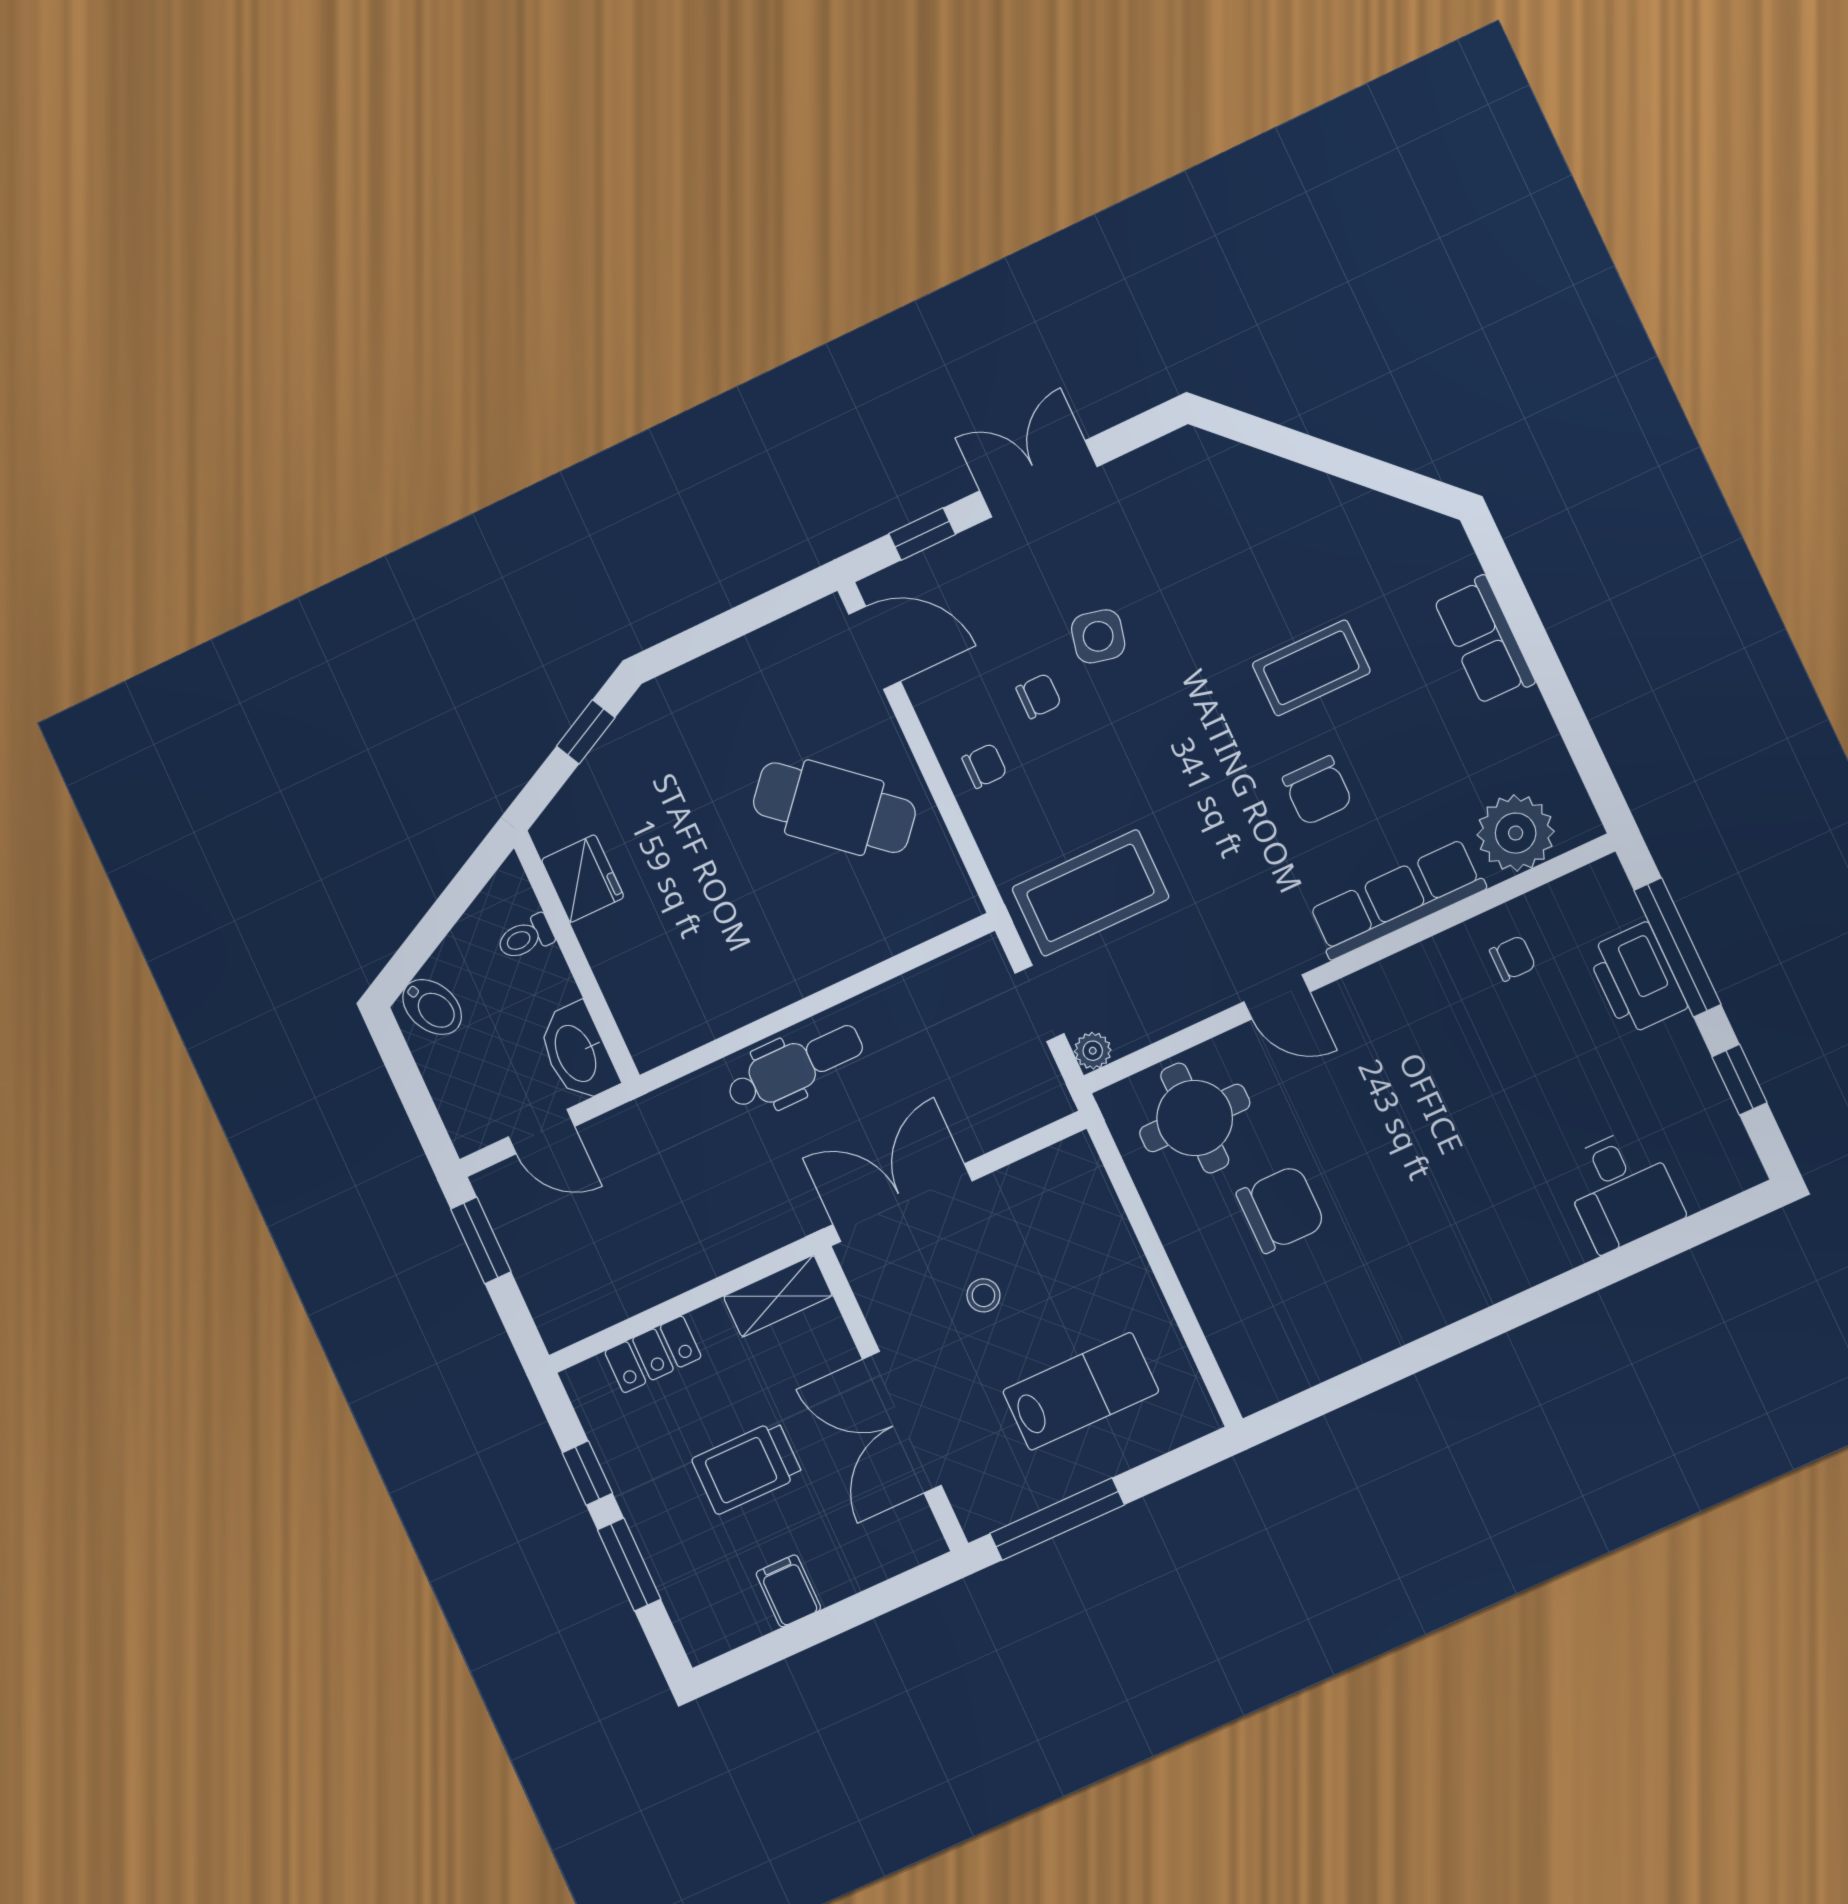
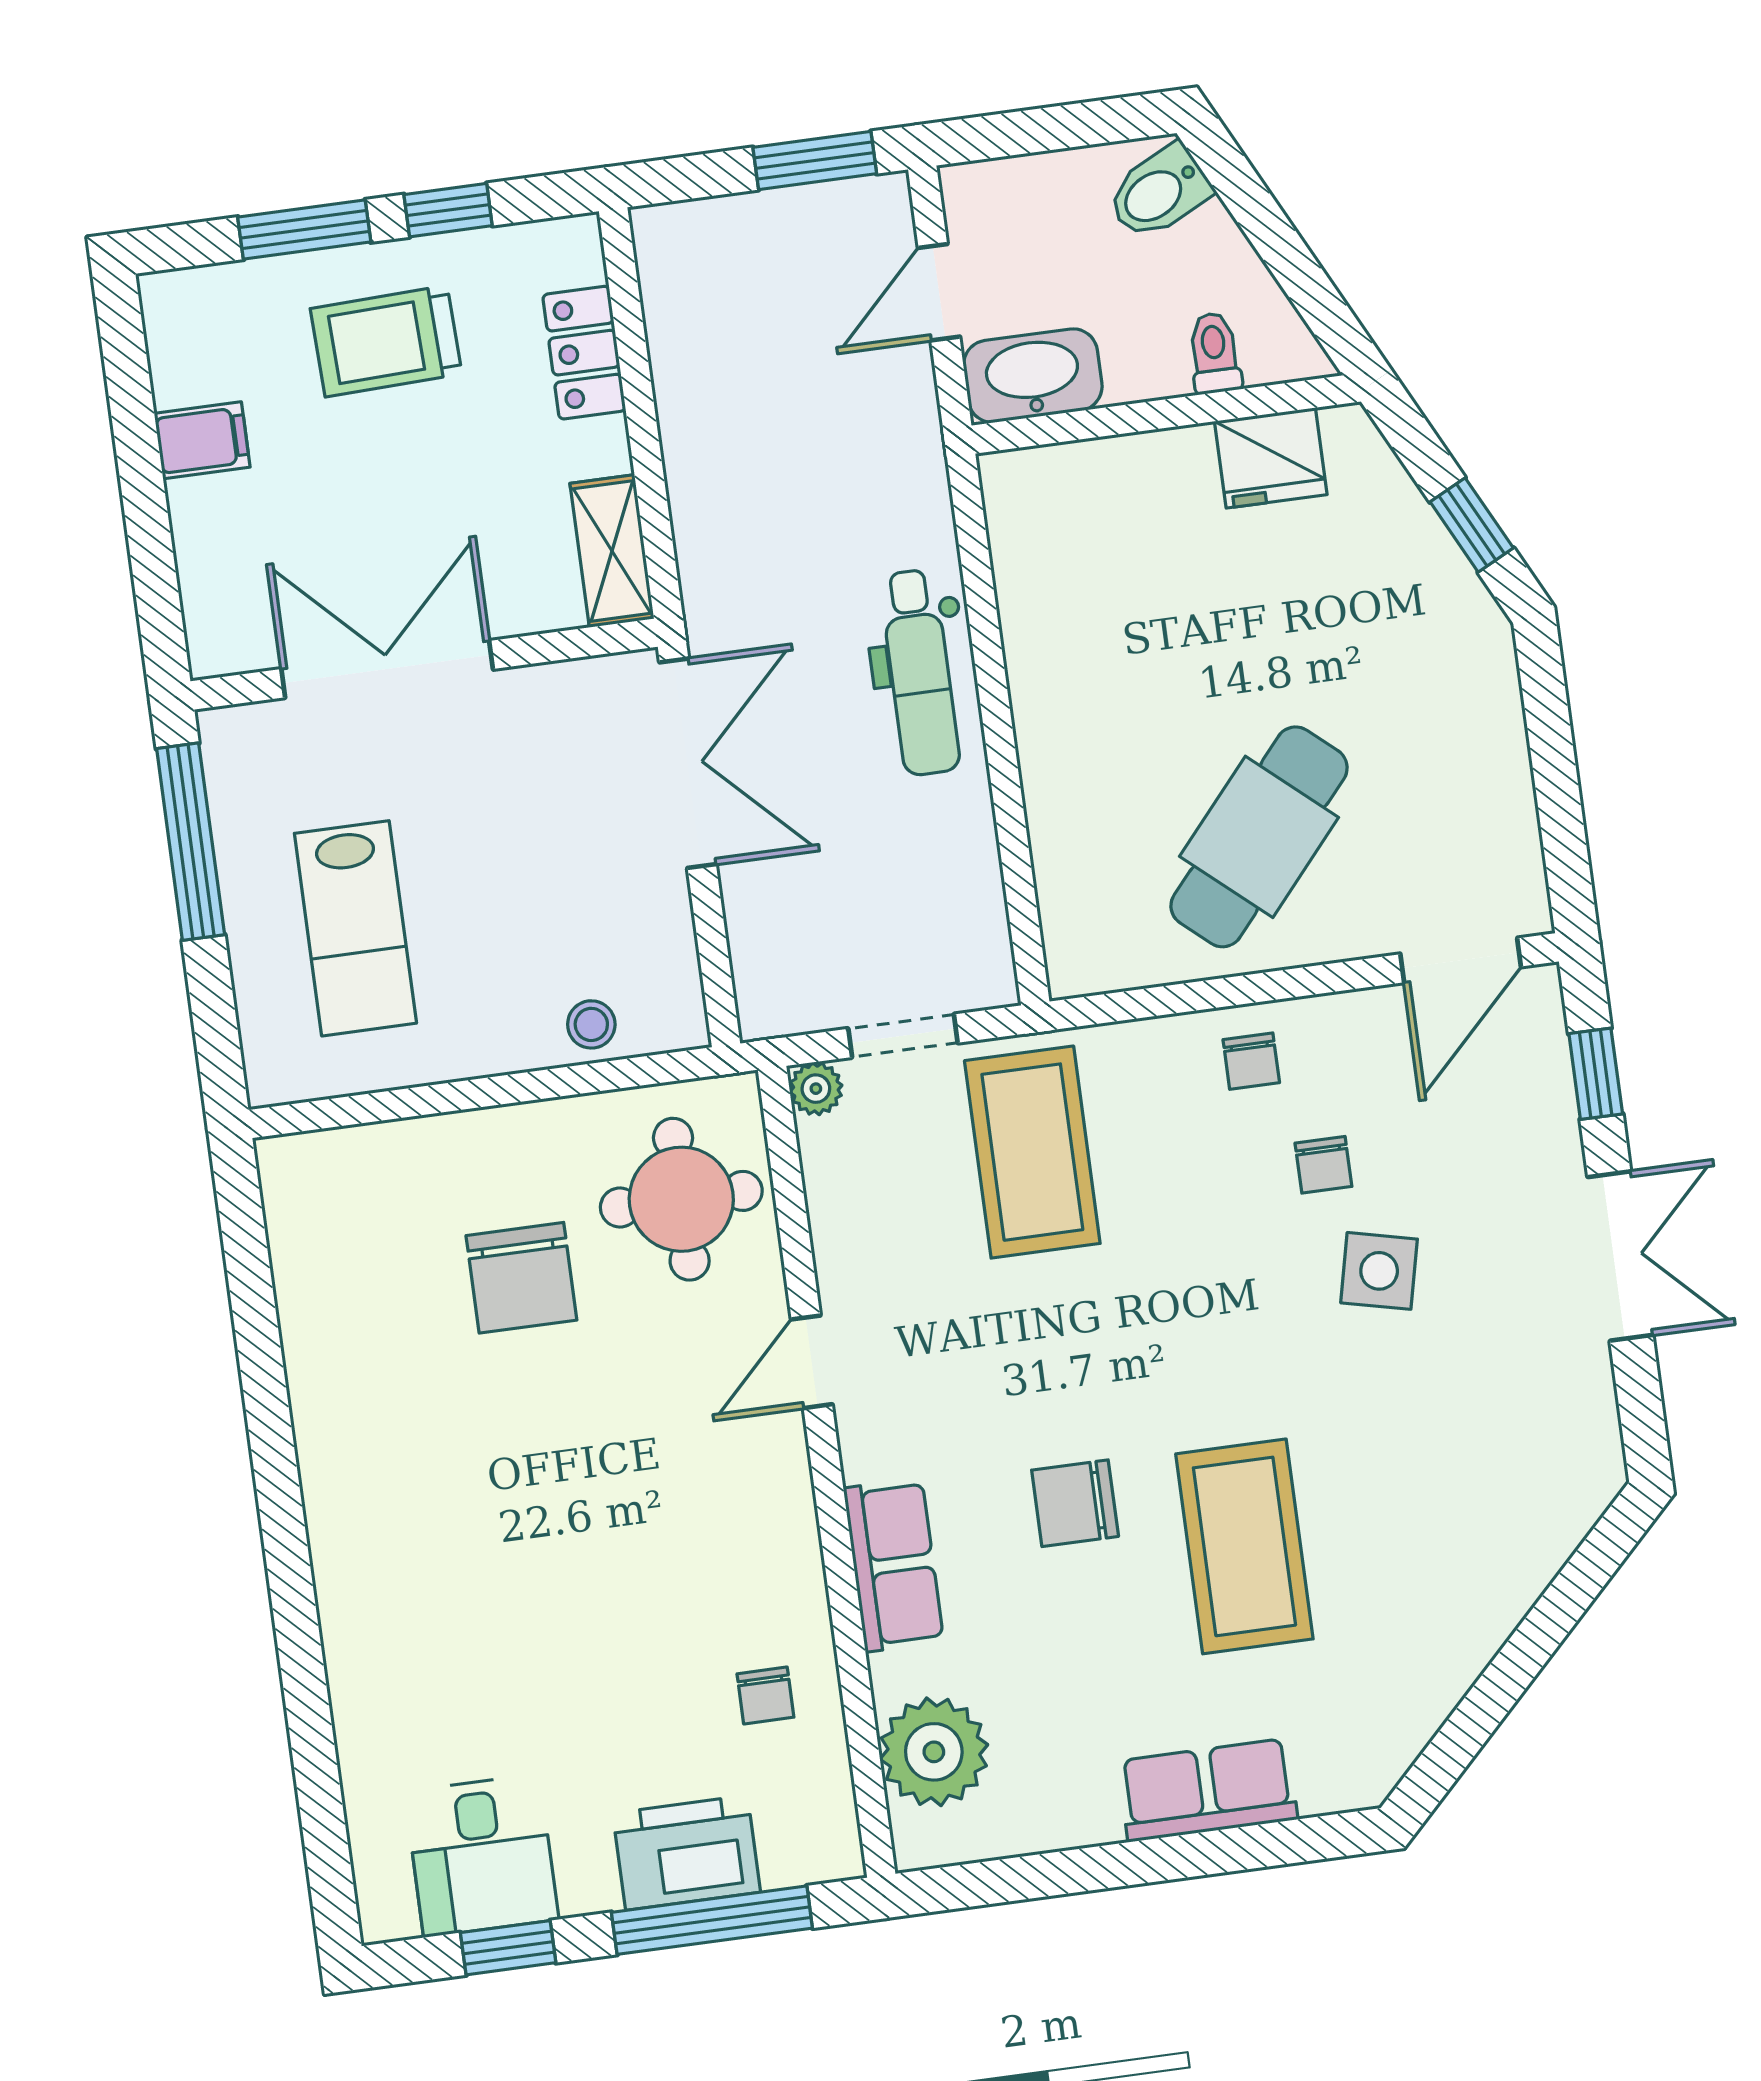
coffee table: (1311, 668) -> (1244, 1546), width x1.36, depth x1.32
row of seats: (1397, 900) -> (894, 1565), width x0.68
desk: (1621, 1189) -> (482, 1856), moved, turned -90
stool: (983, 1295) -> (591, 1024), moved
trolley: (747, 1467) -> (386, 341), moved, turned -92

